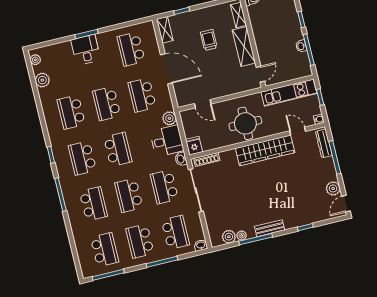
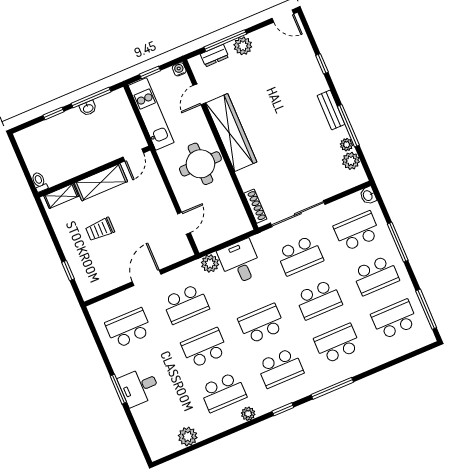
shelving: (165, 30) -> (96, 288), removed
school desk: (131, 49) -> (129, 328), turned 180
plant: (35, 60) -> (248, 414), moved
door: (166, 69) -> (147, 278), width x0.73
door: (260, 74) -> (133, 155), swing flipped
school desk: (107, 104) -> (204, 348), turned 180
dresser: (324, 143) -> (214, 56), width x0.70
fridge: (194, 146) -> (240, 226), removed
washbasin: (181, 159) -> (260, 240), removed
plant: (333, 188) -> (243, 46), moved

